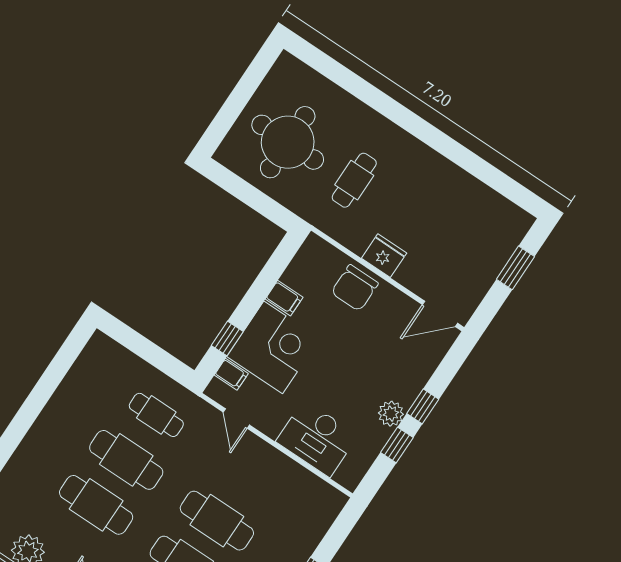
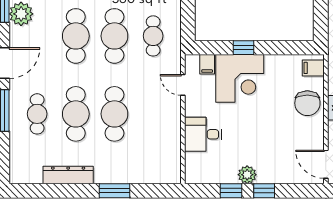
chair: (355, 288) -> (307, 103), turned -90
filing cabinet: (284, 298) -> (313, 68), moved, turned 90
window: (227, 339) -> (243, 48), moved
door: (236, 419) -> (183, 85), hinge flipped
desk: (317, 438) -> (203, 134), width x0.73

